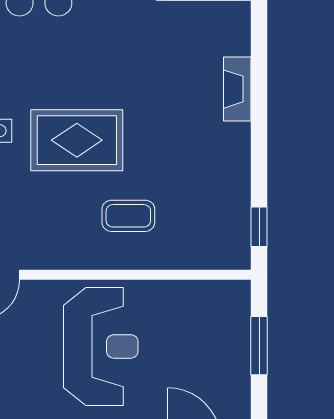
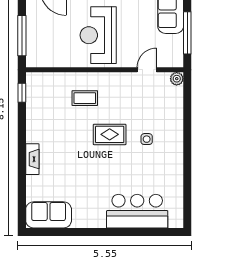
rug: (77, 140) -> (110, 134), width x0.73, depth x0.70
window: (259, 346) -> (22, 36), width x1.44

